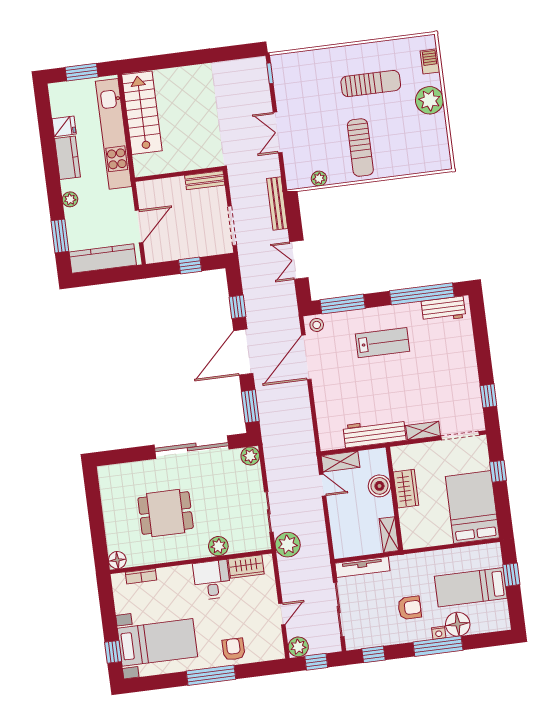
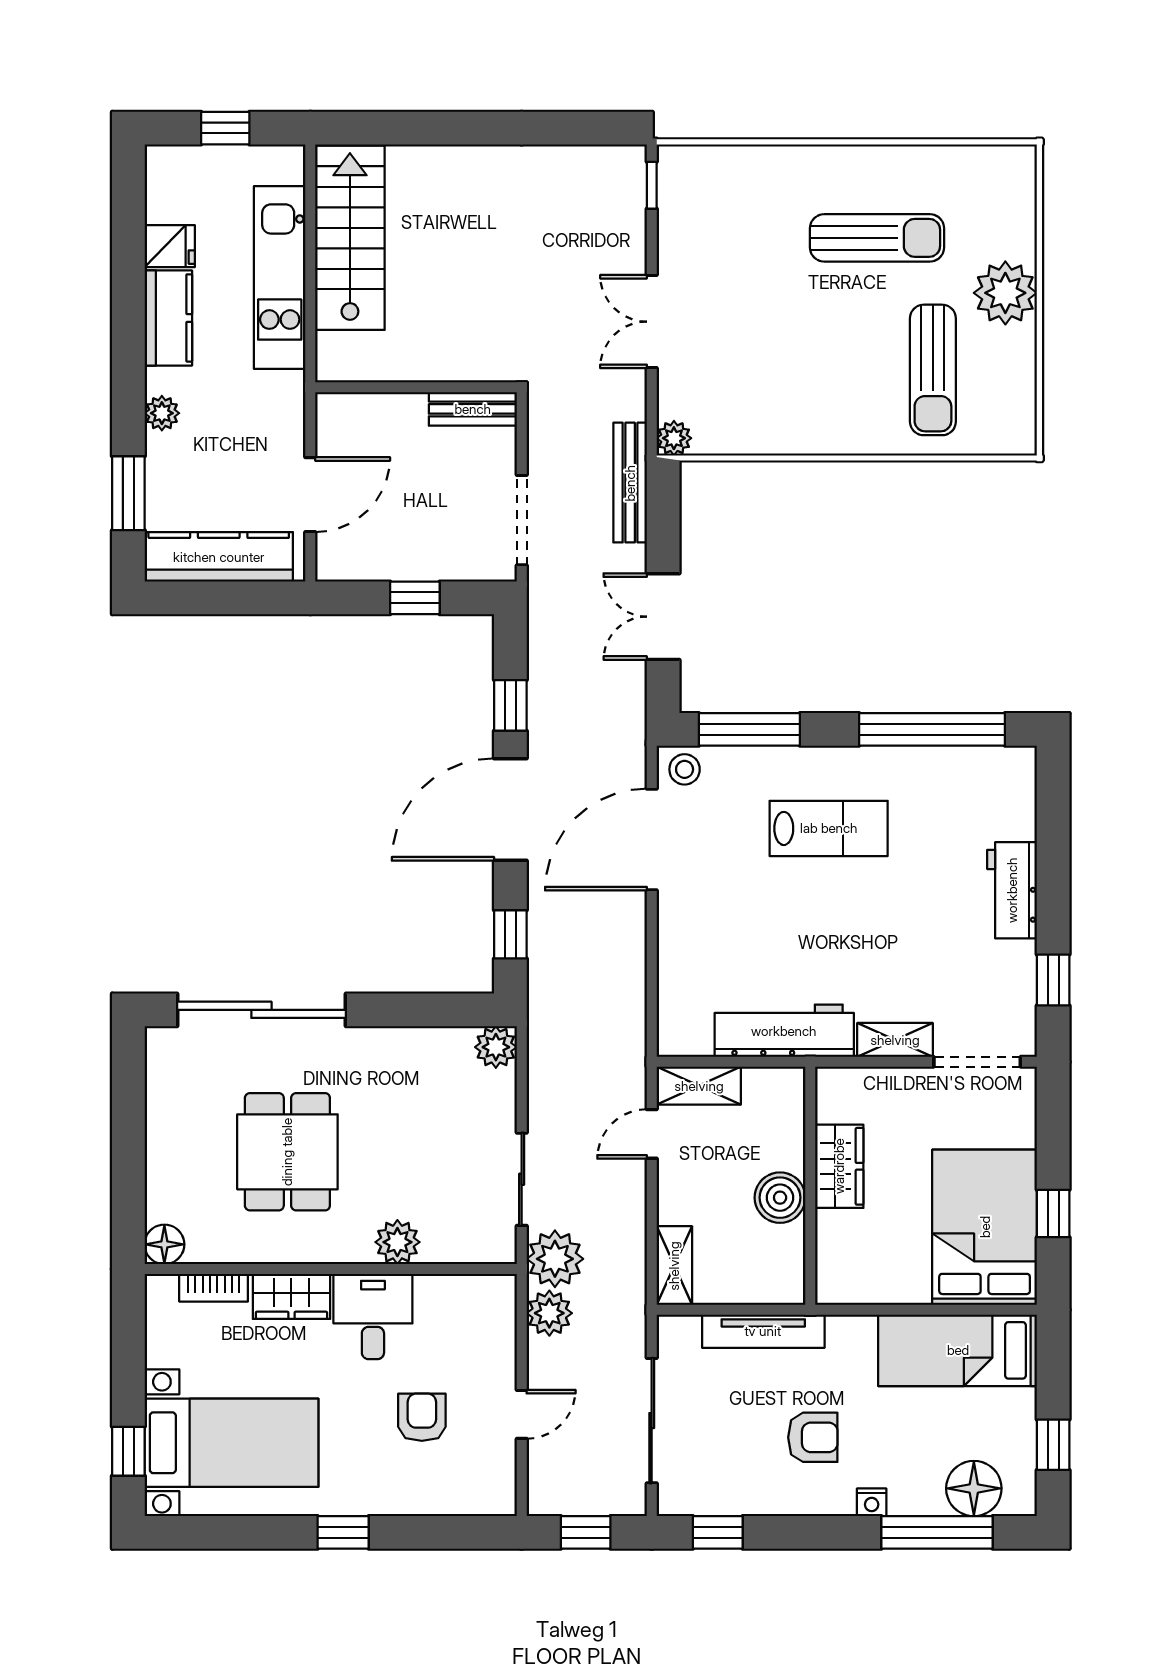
barbecue: (430, 61) -> (1018, 205), removed
window: (82, 72) -> (225, 128), width x0.67
kitchen unit: (114, 134) -> (280, 277), width x0.73
sun lounger: (360, 148) -> (933, 370), moved
plant: (319, 179) -> (674, 438), moved
workbench: (443, 309) -> (1012, 890), moved, turned 90
window: (250, 406) -> (510, 934), width x0.67
sliding door: (192, 447) -> (261, 1010), moved
window: (498, 471) -> (1053, 1214), moved
door: (323, 485) -> (652, 1134), swing flipped
boiler: (379, 486) -> (780, 1198), moved
dining table: (166, 513) -> (287, 1152), turned 90
shelving: (389, 535) -> (674, 1266), moved
wardrobe: (246, 567) -> (291, 1296), moved
tv unit: (362, 567) -> (763, 1331), moved
window: (511, 575) -> (1053, 1445), moved
bed: (471, 587) -> (958, 1350), moved
floor lamp: (458, 624) -> (974, 1488), moved
window: (438, 646) -> (937, 1532), moved
plant: (298, 647) -> (549, 1313), moved
armchair: (234, 649) -> (422, 1417), moved
window: (211, 675) -> (343, 1532), width x0.46

